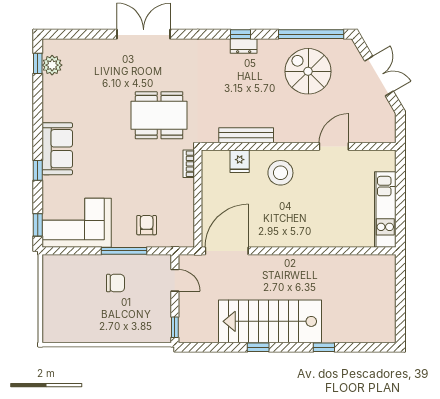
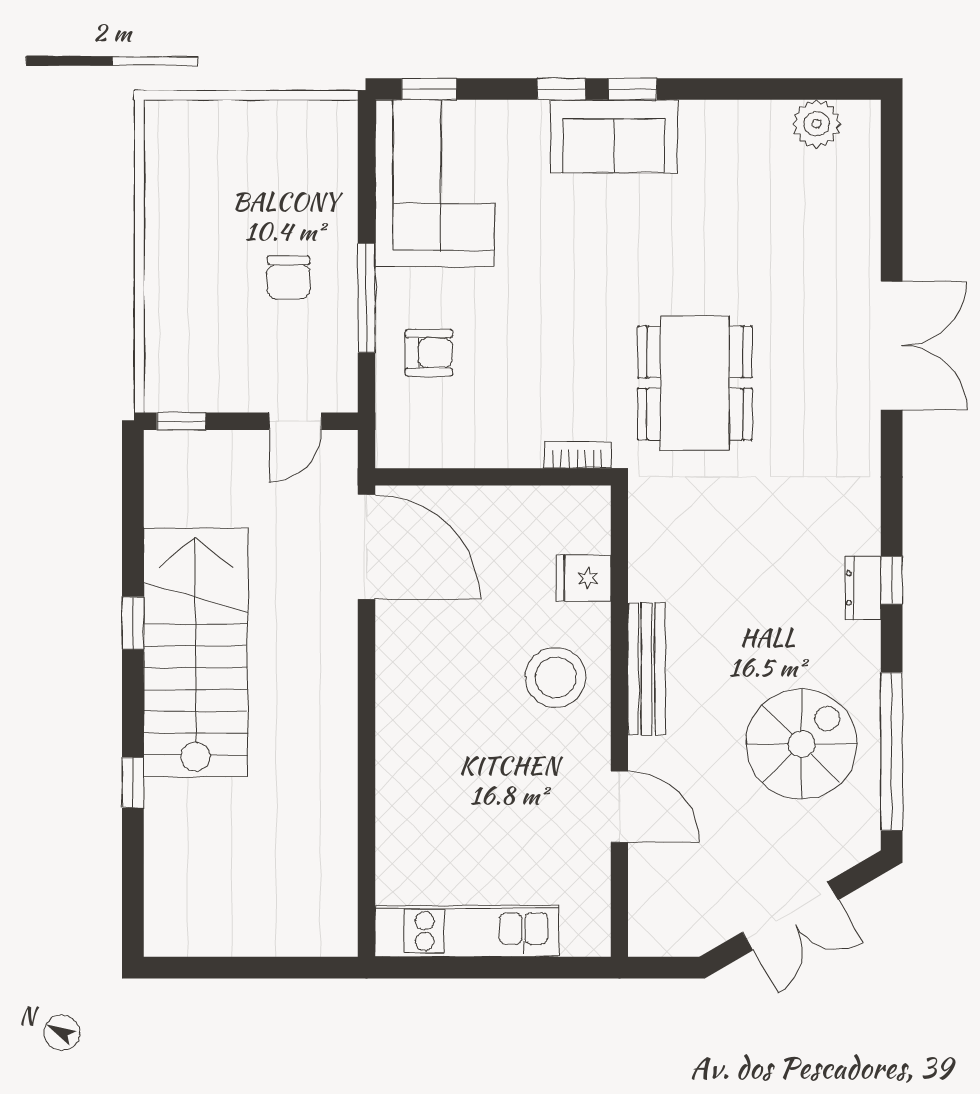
window: (38, 63) -> (632, 89), moved
bench: (246, 135) -> (647, 669), moved

